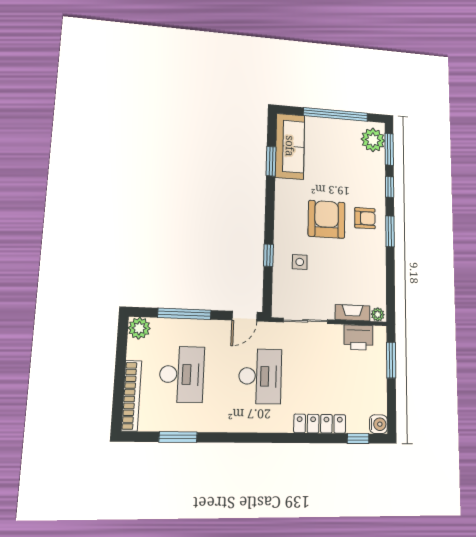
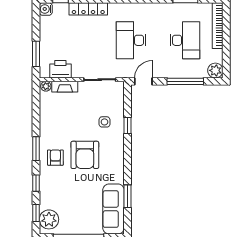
window: (389, 149) -> (36, 213), width x0.67
armchair: (365, 218) -> (55, 158), turned 90
desk: (182, 374) -> (185, 40), turned 180

